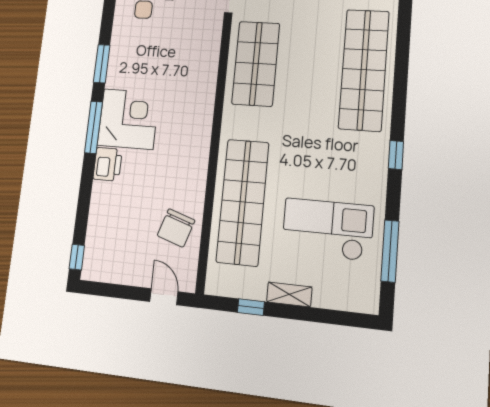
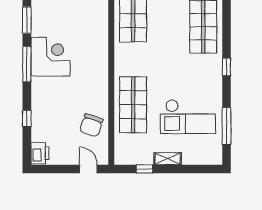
printer: (108, 164) -> (40, 153), moved
shop shelf: (243, 202) -> (133, 105), width x0.71
checkout: (328, 229) -> (188, 117), turned 180
window: (77, 257) -> (27, 118), moved

